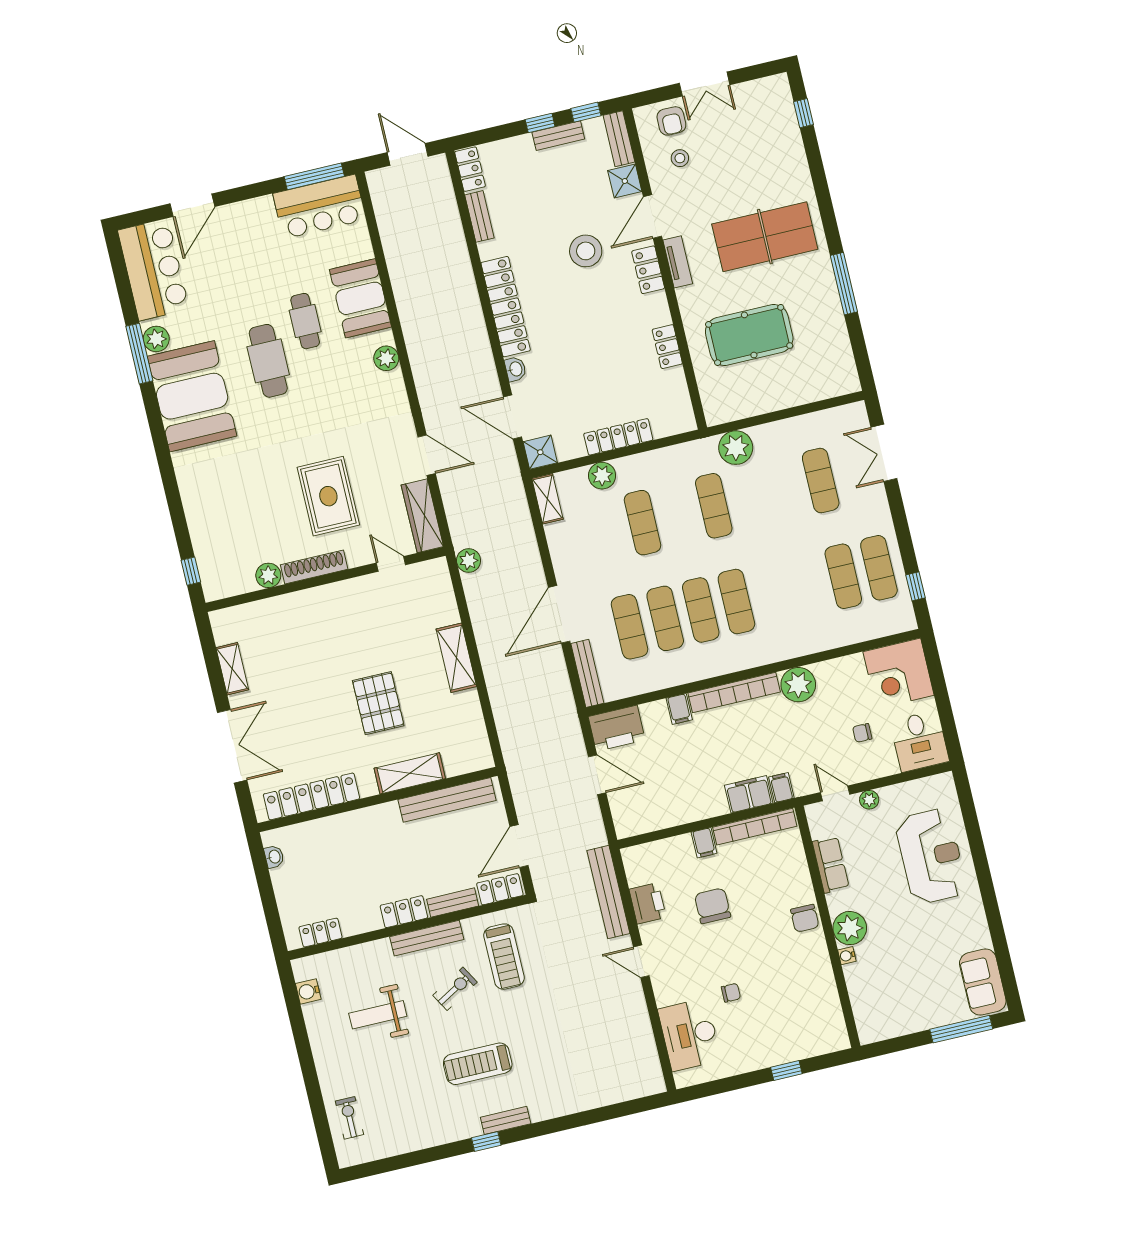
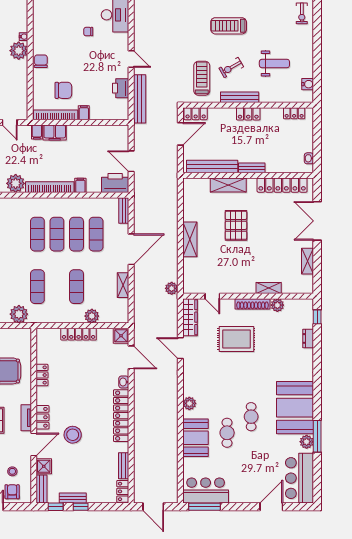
cafe table: (268, 361) -> (251, 417), width x0.73, depth x0.74
rug: (328, 496) -> (236, 339), turned 90
shelving: (547, 499) -> (123, 285), moved
dresser: (198, 528) -> (308, 338), added
shelving: (292, 603) -> (269, 288), added
bench: (587, 673) -> (124, 210), width x0.73
row of seats: (831, 865) -> (21, 86), removed
bench: (453, 903) -> (252, 168), moved
chair: (713, 906) -> (63, 90), moved, turned -90
treadmill: (478, 1064) -> (229, 26), turned 180

